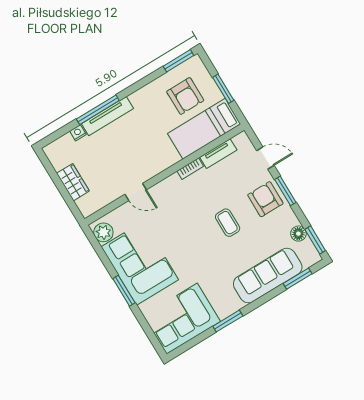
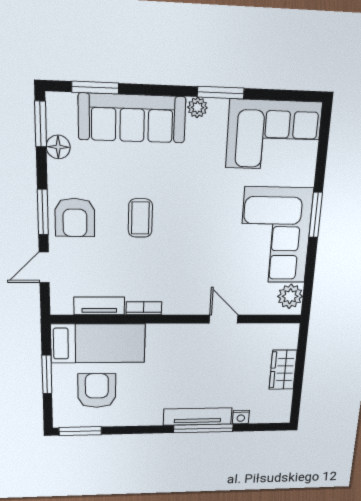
door: (265, 158) -> (44, 267), hinge flipped
plant: (235, 305) -> (197, 107), added

